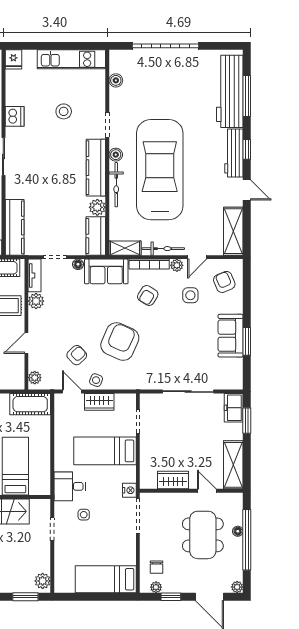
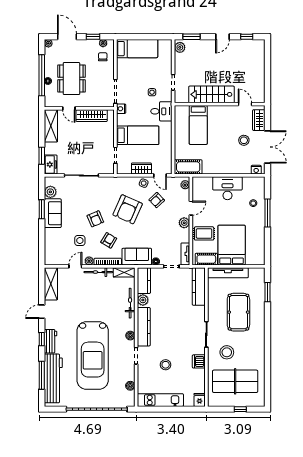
garage door: (166, 46) -> (97, 409), width x1.36
workbench: (234, 153) -> (50, 341), width x0.73
car: (160, 170) -> (93, 356), moved
bicycle: (116, 185) -> (130, 303), moved
door: (247, 190) -> (42, 312), hinge flipped
armchair: (224, 282) -> (95, 219), moved
plant: (36, 301) -> (184, 223), moved
plant: (234, 367) -> (50, 192), added
wardrobe: (173, 480) -> (92, 116), width x1.50

